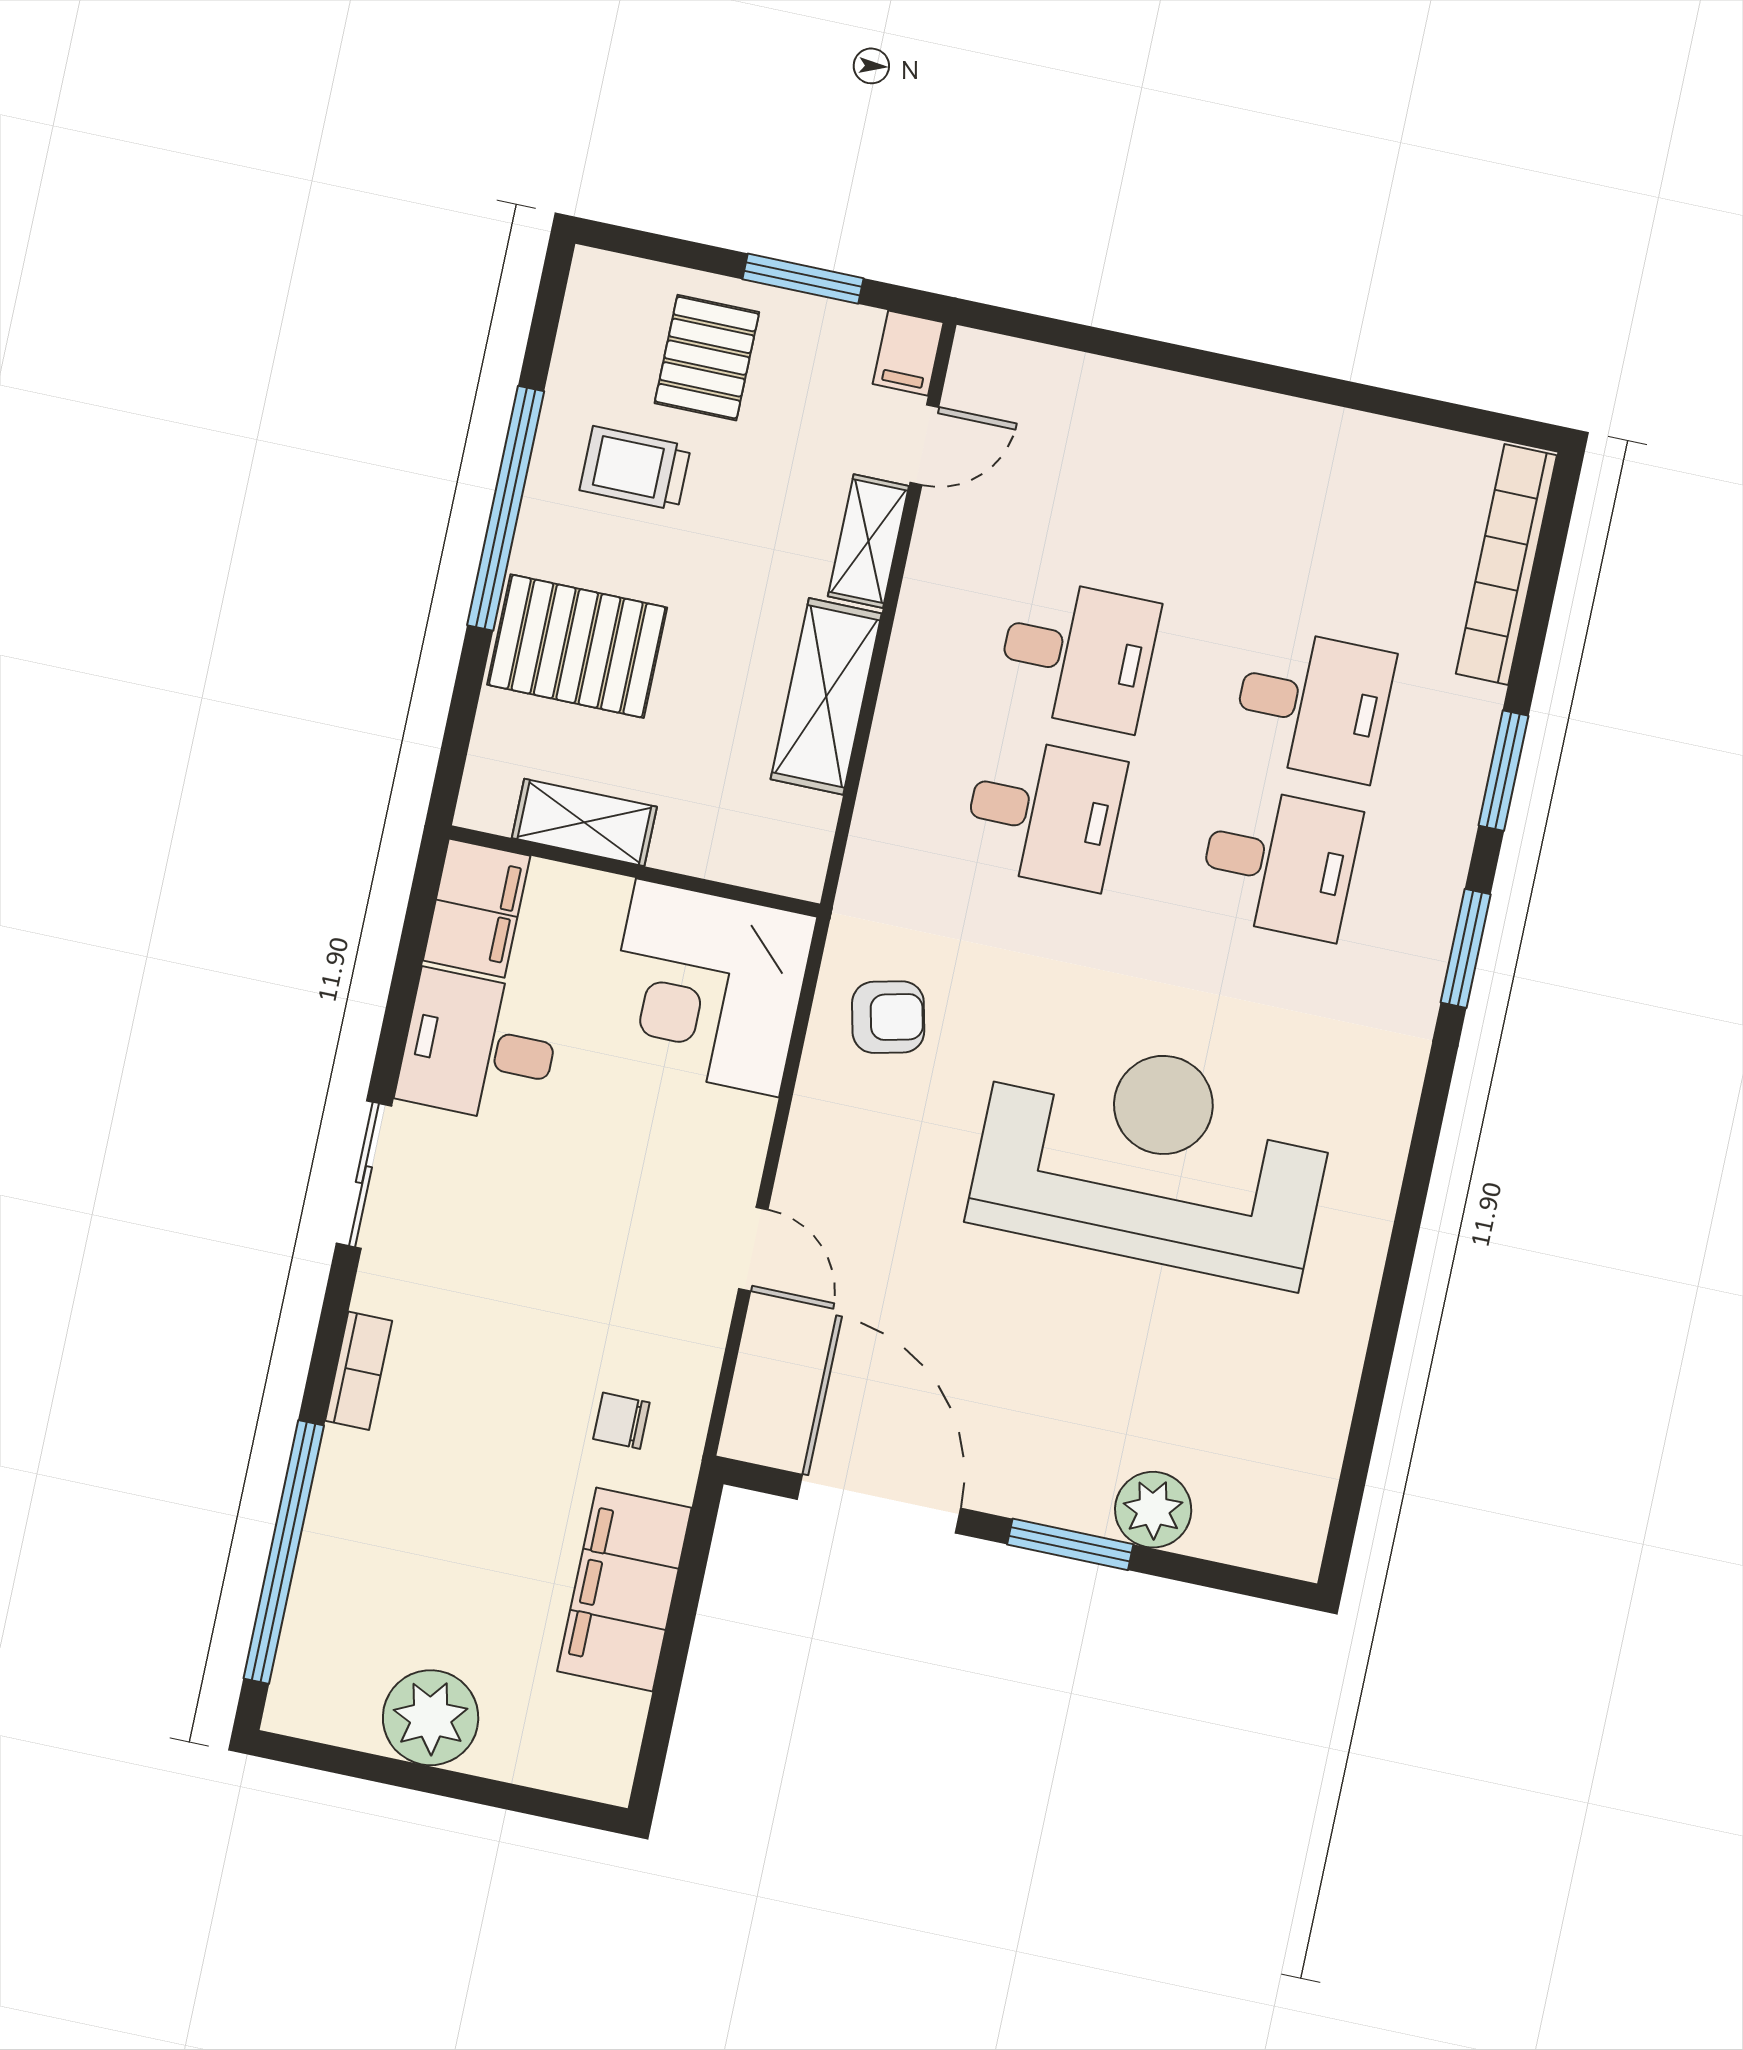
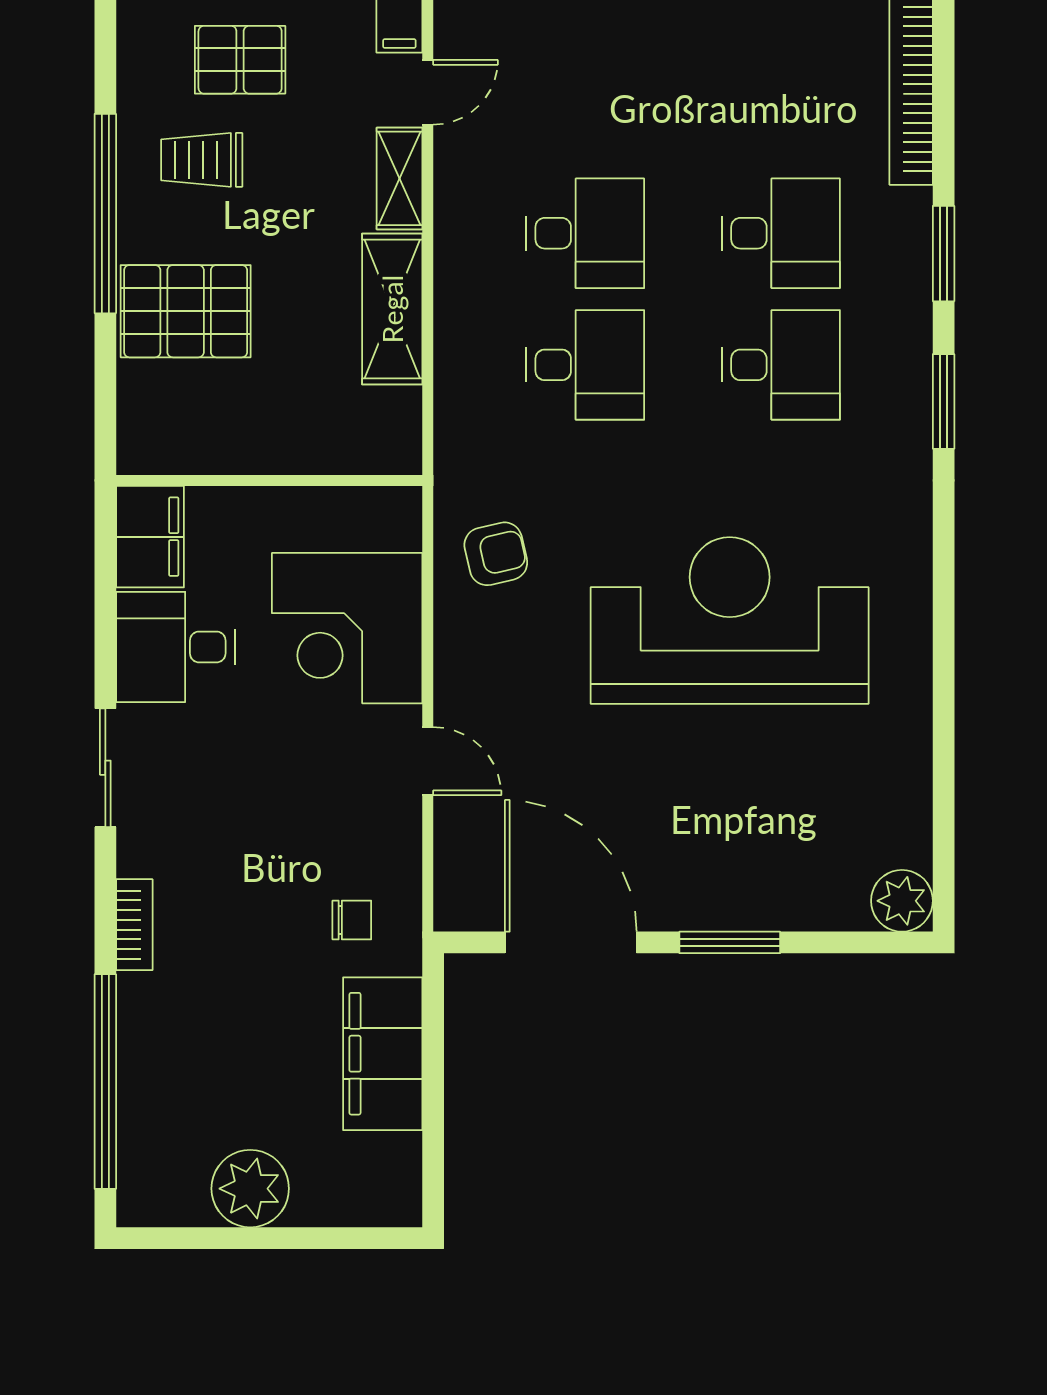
pallet: (707, 358) -> (240, 60), turned 90
shelving: (584, 822) -> (221, 450), removed
corner desk: (708, 988) -> (347, 628), moved
chair: (621, 1421) -> (352, 920), turned 180
plant: (1153, 1510) -> (902, 901), moved

